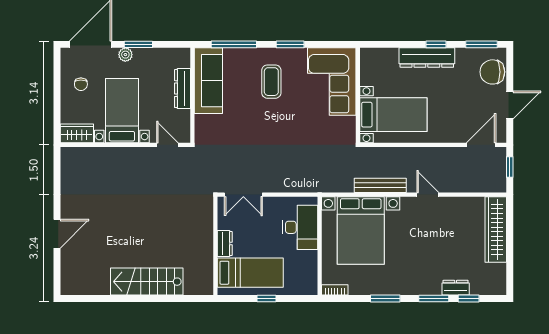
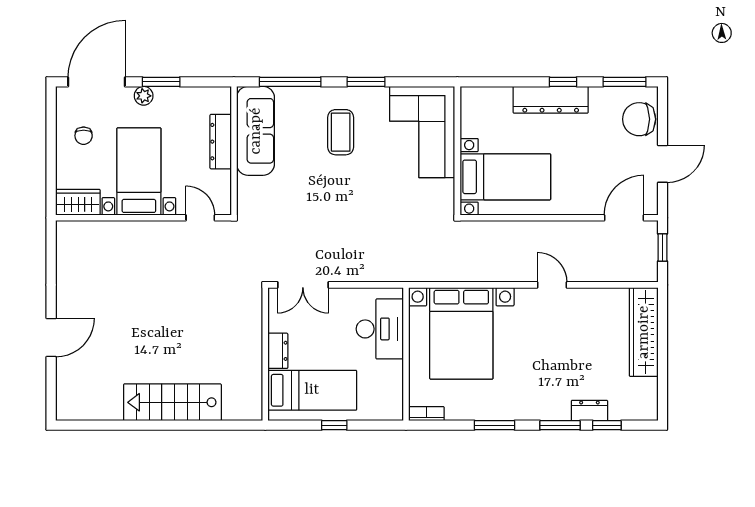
bench: (380, 185) -> (488, 272), removed

